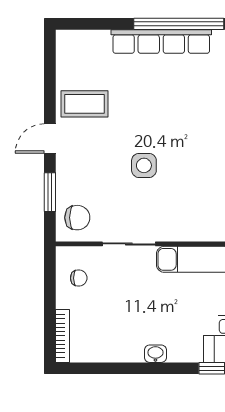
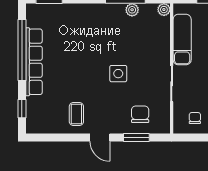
window: (92, 24) -> (22, 109), added
coffee table: (85, 104) -> (76, 114), width x0.73, depth x0.77
chair: (77, 218) -> (140, 114), moved

